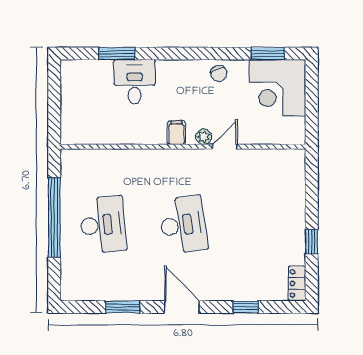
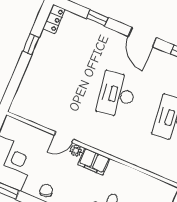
filing cabinet: (176, 133) -> (94, 162), width x2.00

